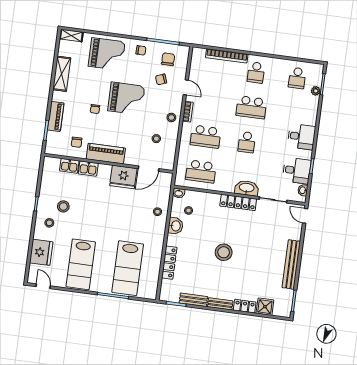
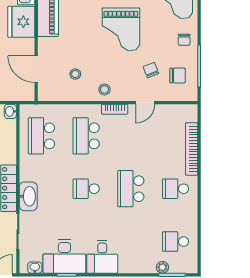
desk: (297, 171) -> (64, 257), width x1.37
fridge: (123, 177) -> (21, 22), moved

